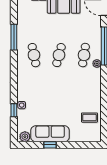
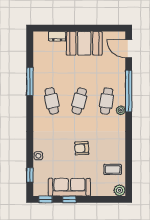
armchair: (61, 98) -> (82, 148), added
window: (14, 110) -> (30, 175), moved
plant: (25, 137) -> (120, 190), moved
window: (28, 145) -> (46, 199), added

